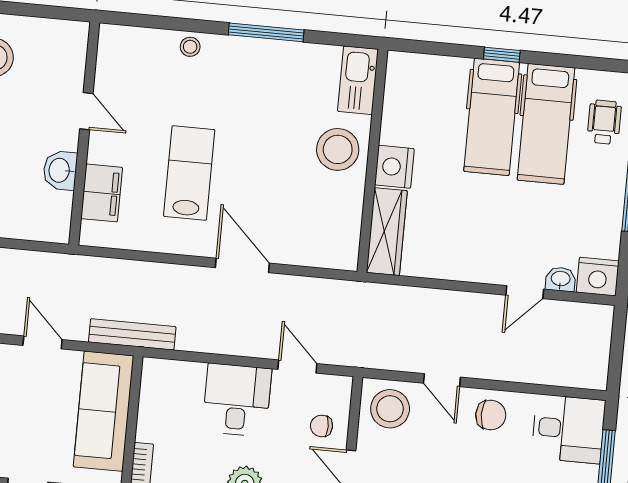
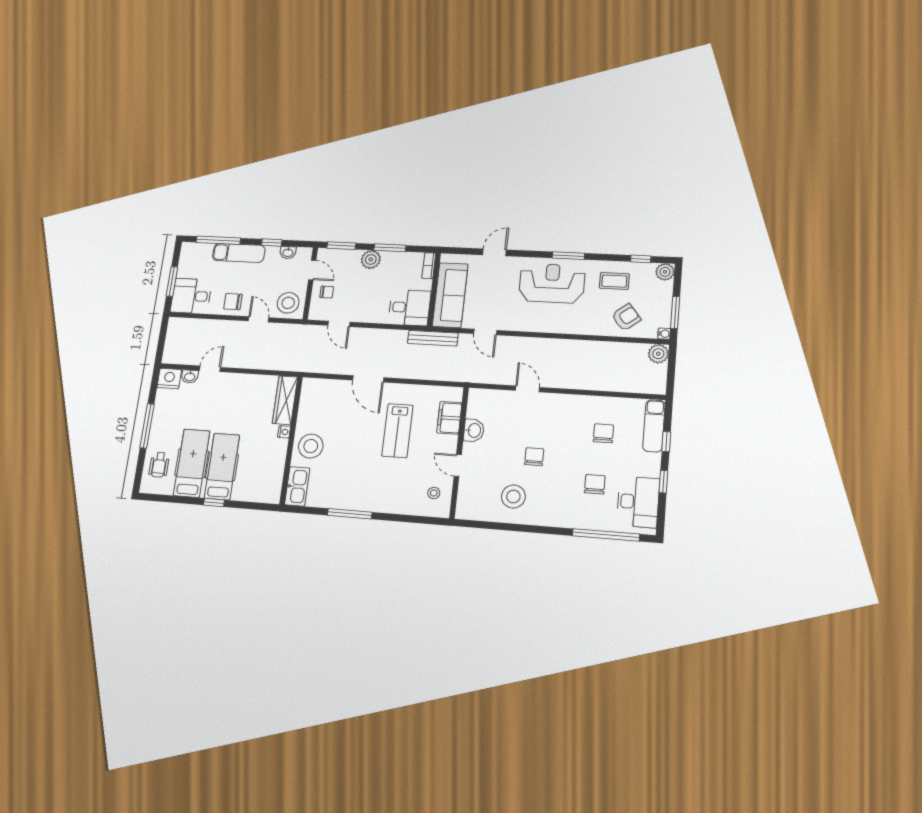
stool: (190, 47) -> (434, 493), moved
nightstand: (394, 167) -> (284, 432), width x0.53, depth x0.56
desk: (237, 400) -> (409, 308), moved, turned -90

